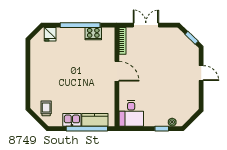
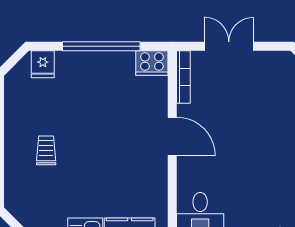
cooker: (93, 34) -> (152, 63), moved
trolley: (46, 108) -> (46, 150), moved

